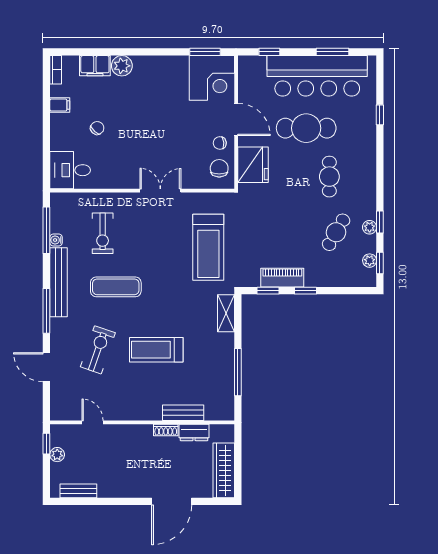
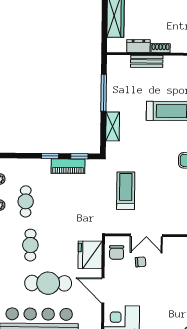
chair: (220, 143) -> (141, 262), moved
double door: (160, 191) -> (146, 235), moved
cafe table: (336, 232) -> (26, 201), turned -30
treadmill: (208, 247) -> (126, 191), width x0.73, depth x0.73
shelving: (226, 313) -> (113, 126), moved

